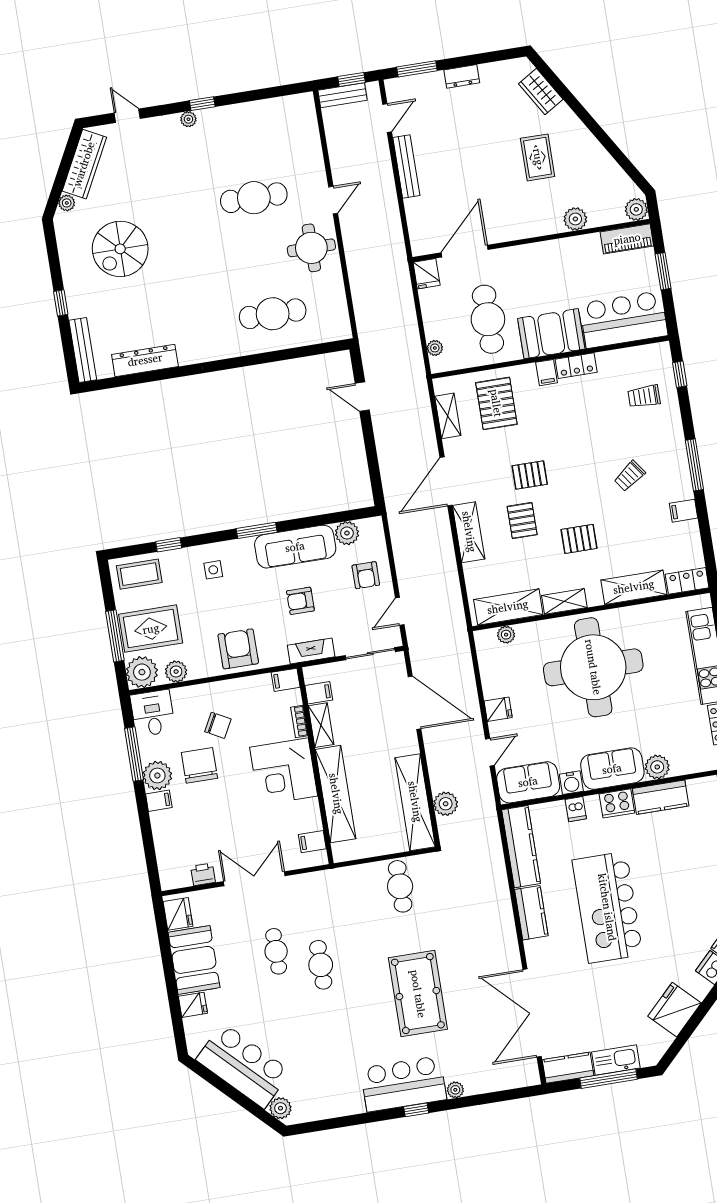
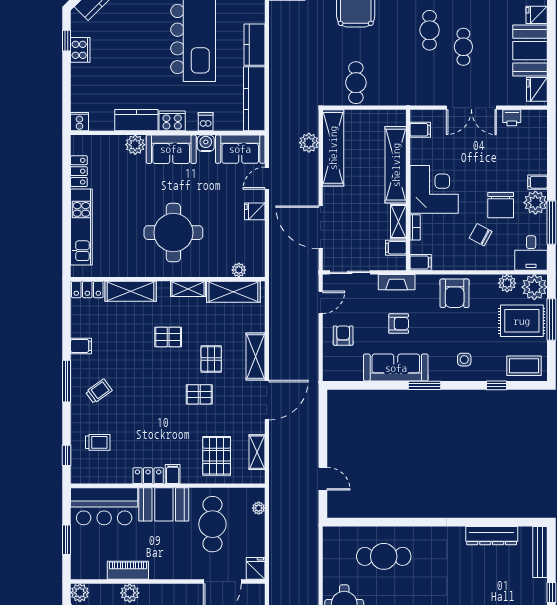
piano: (627, 239) -> (128, 570), moved
trolley: (630, 476) -> (99, 391), moved
plant: (347, 533) -> (353, 372), removed
round table: (593, 667) -> (173, 233), width x0.73, depth x0.73

